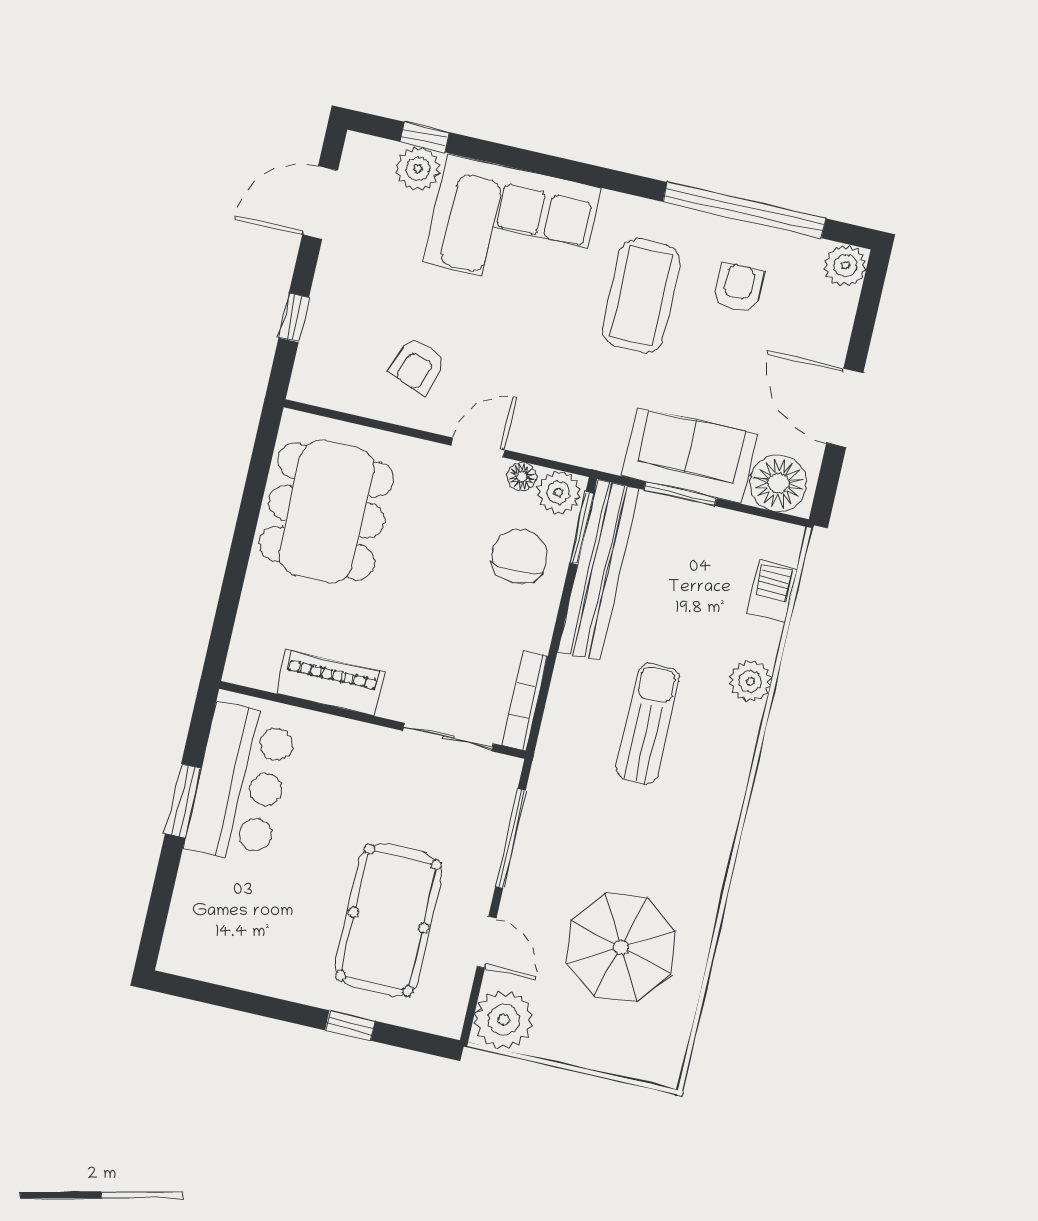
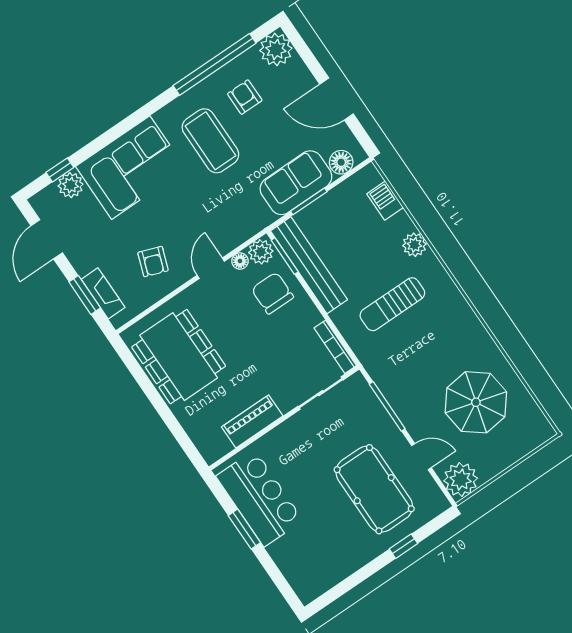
plant: (845, 265) -> (276, 49), width x1.36, depth x1.36
window: (294, 317) -> (85, 295), width x1.50
fireplace: (318, 339) -> (103, 293), added
floor lamp: (778, 483) -> (341, 162), width x0.73, depth x0.73
sun lounger: (648, 724) -> (392, 304), turned -90

